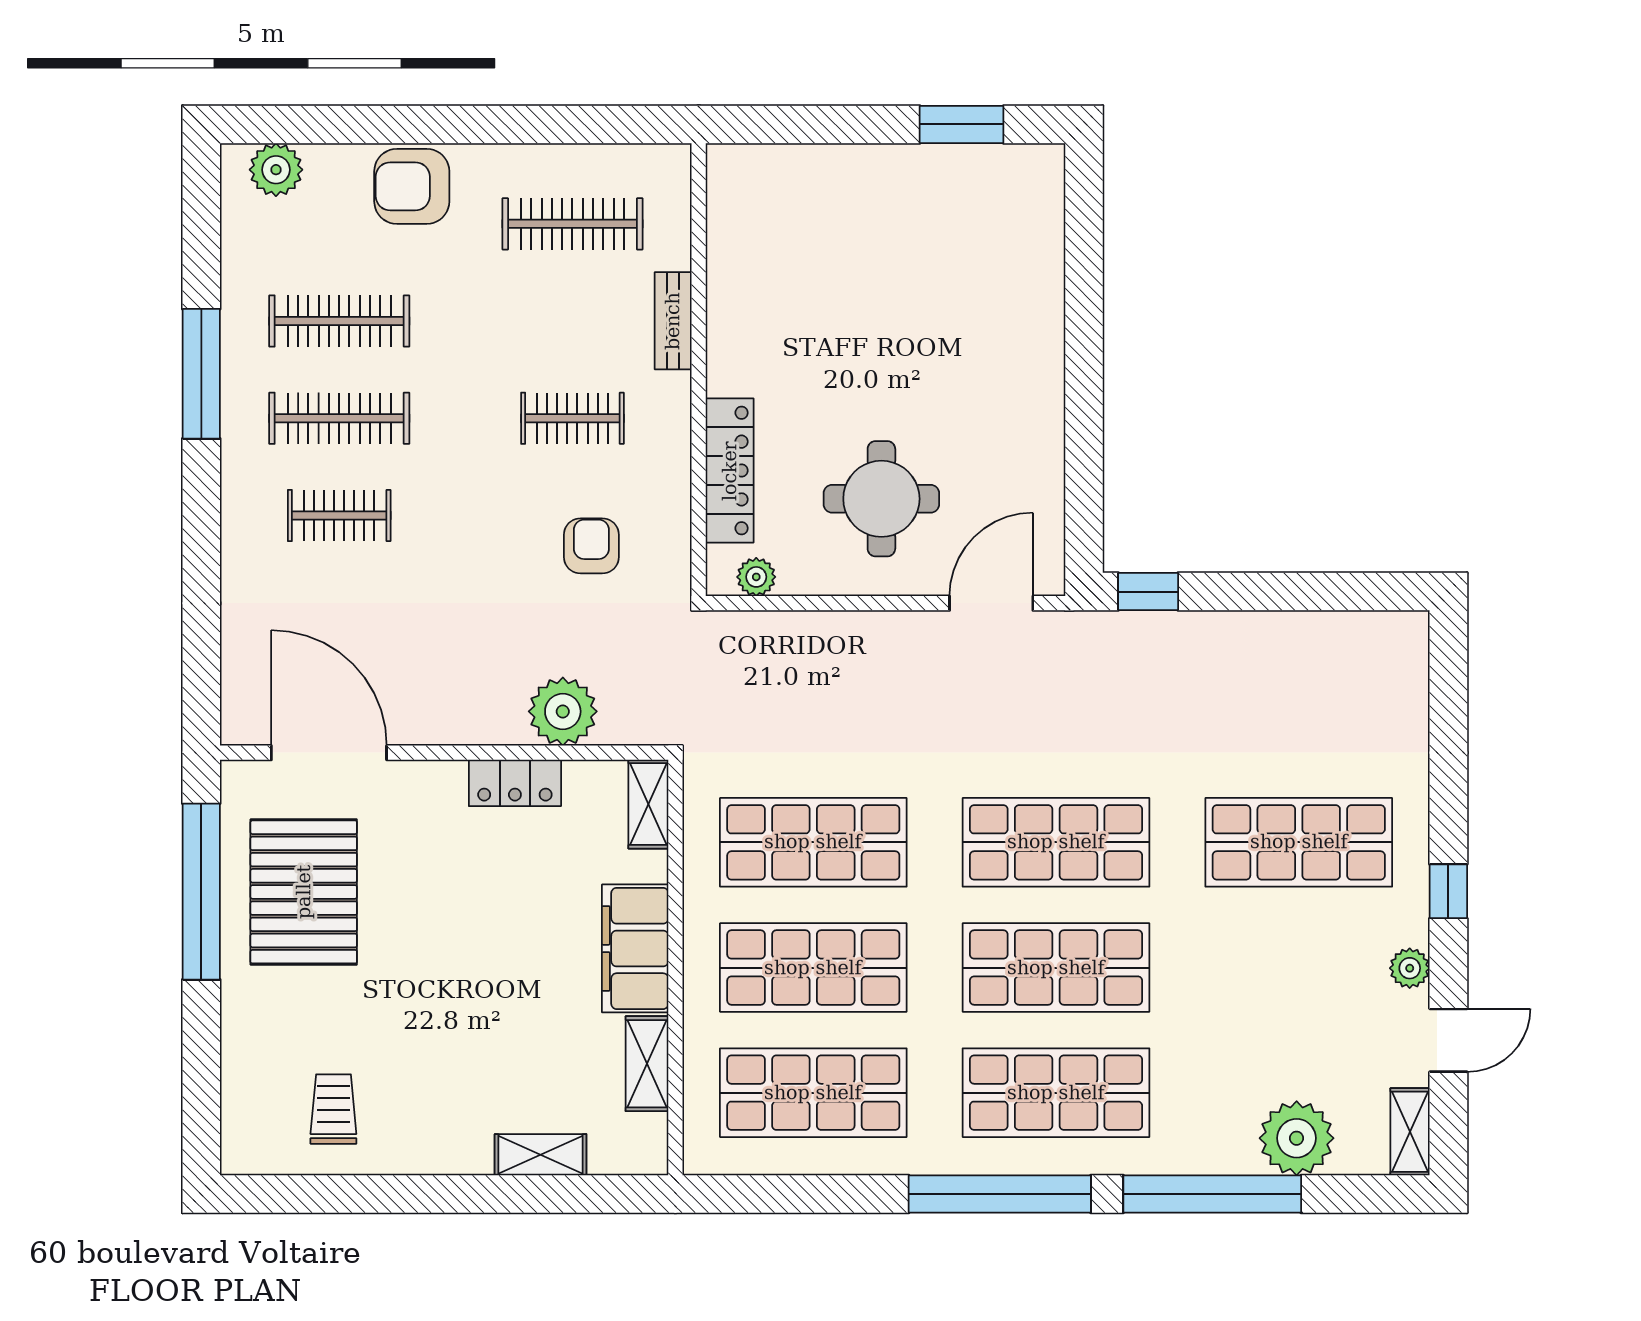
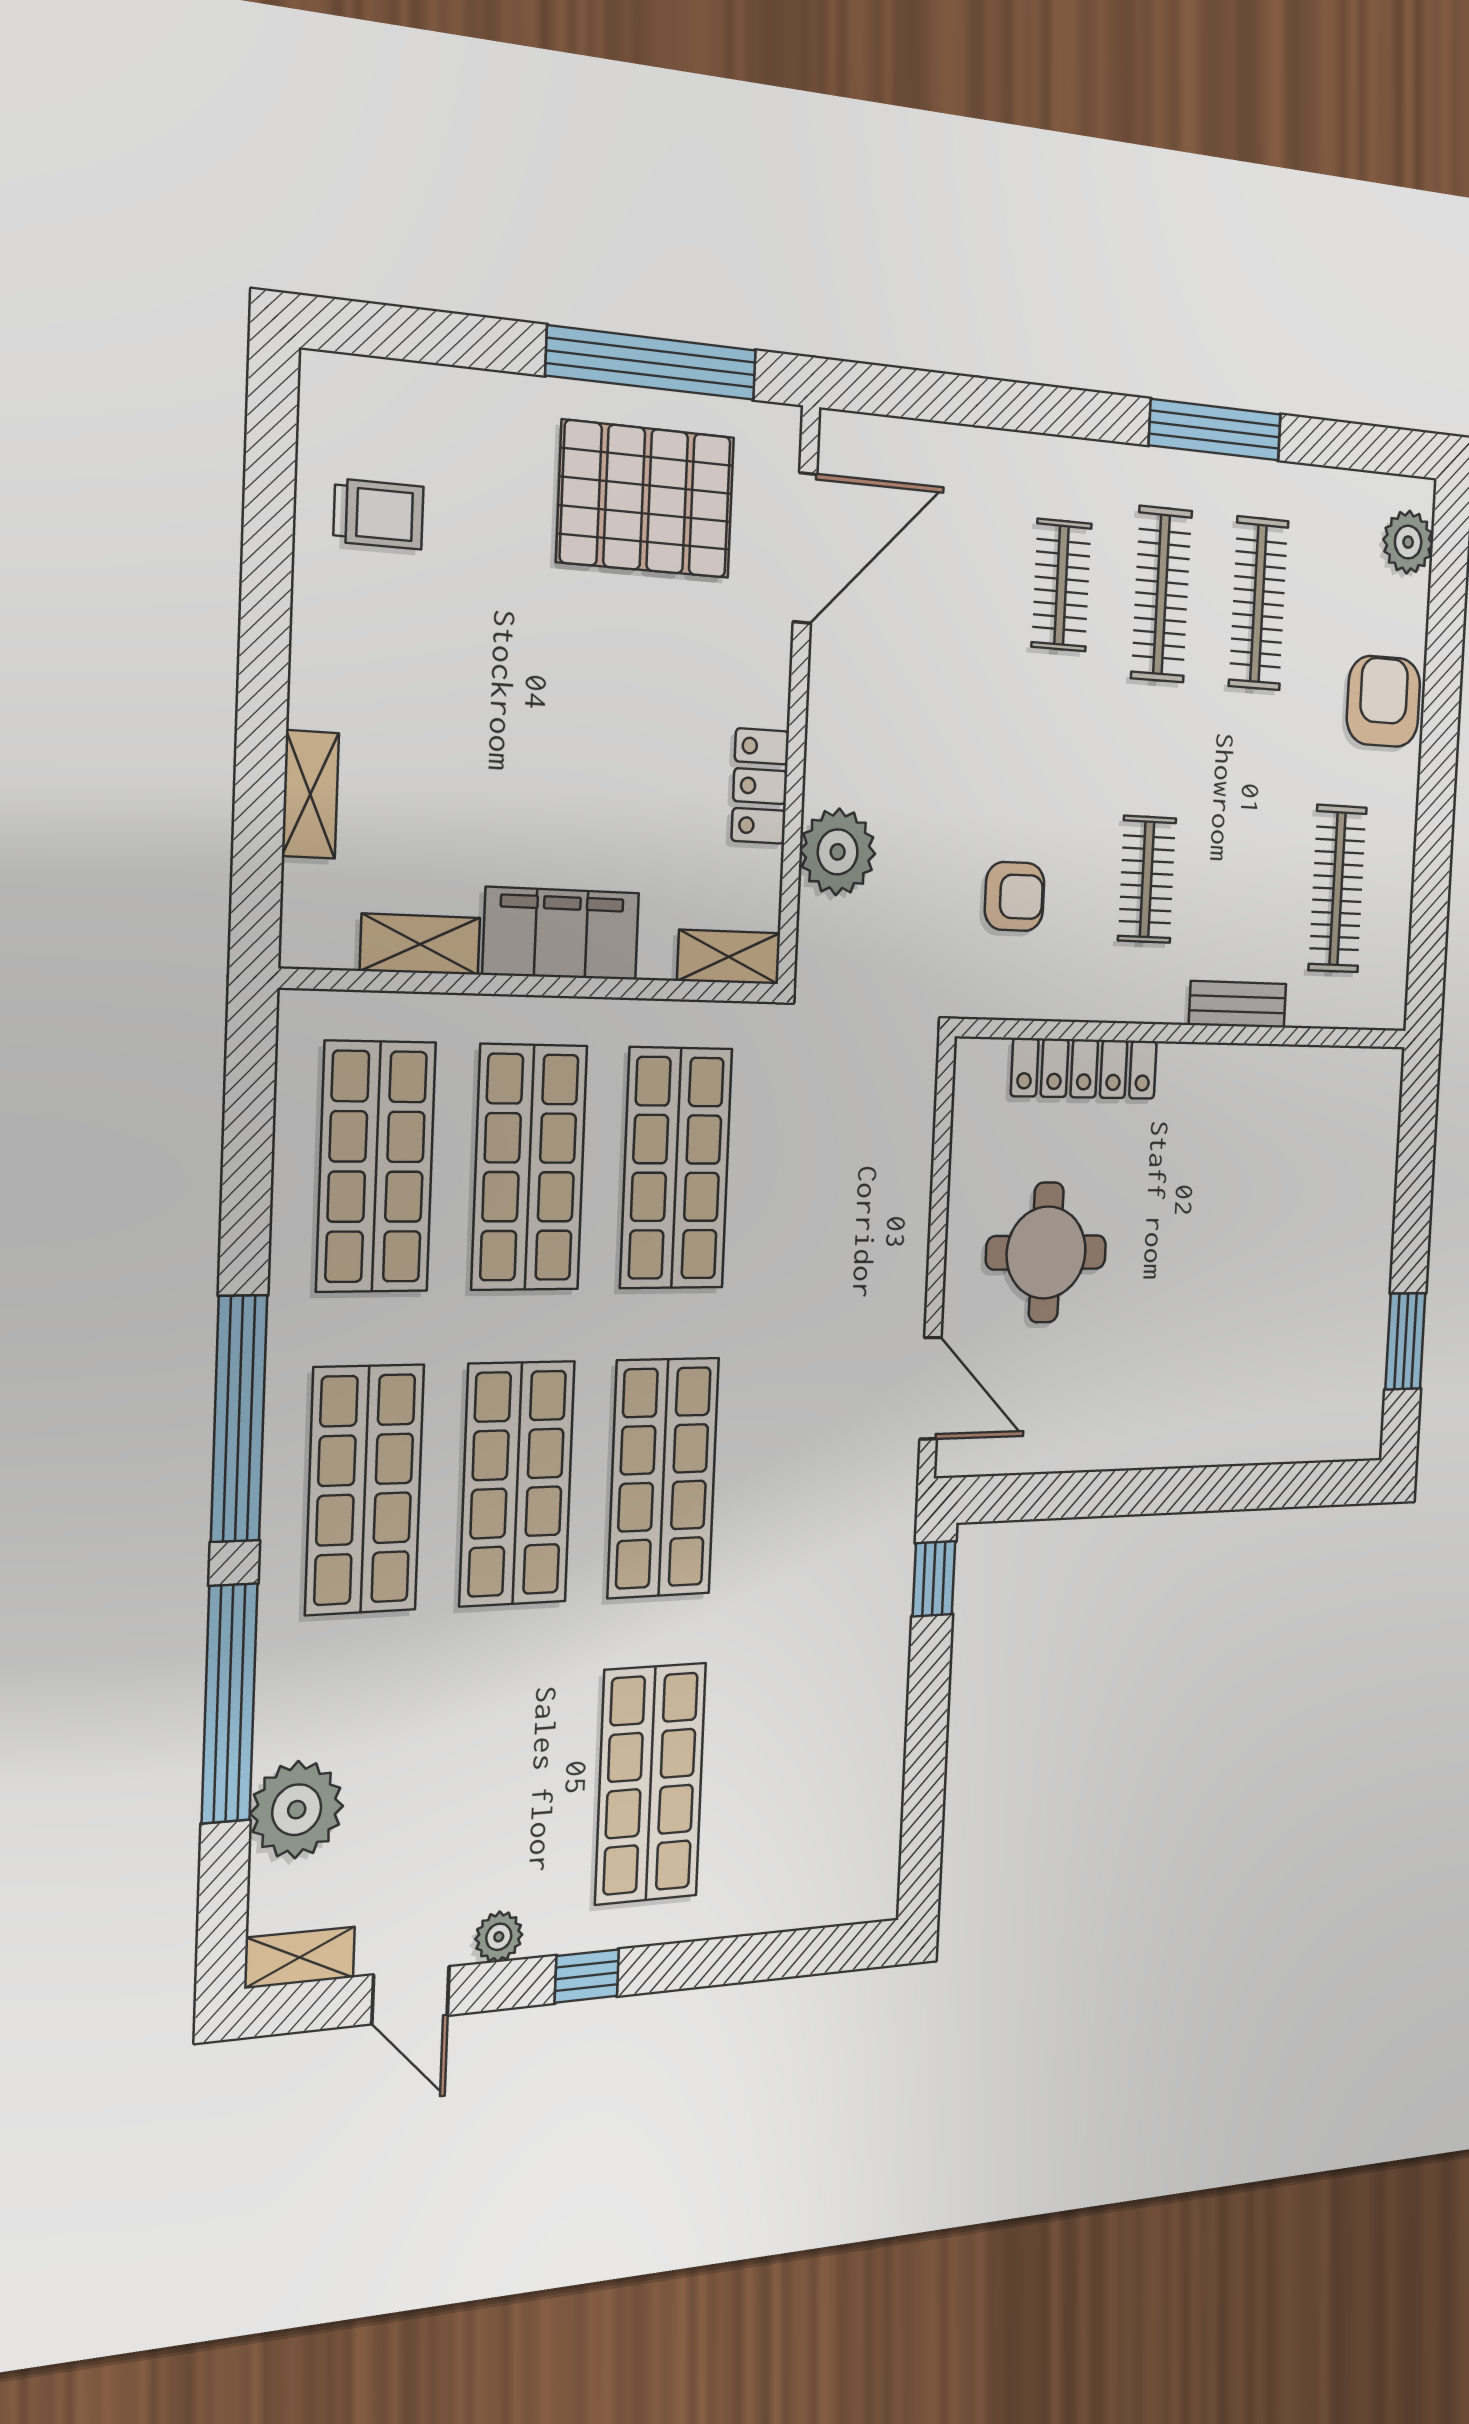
plant: (756, 577) -> (972, 1099), removed

